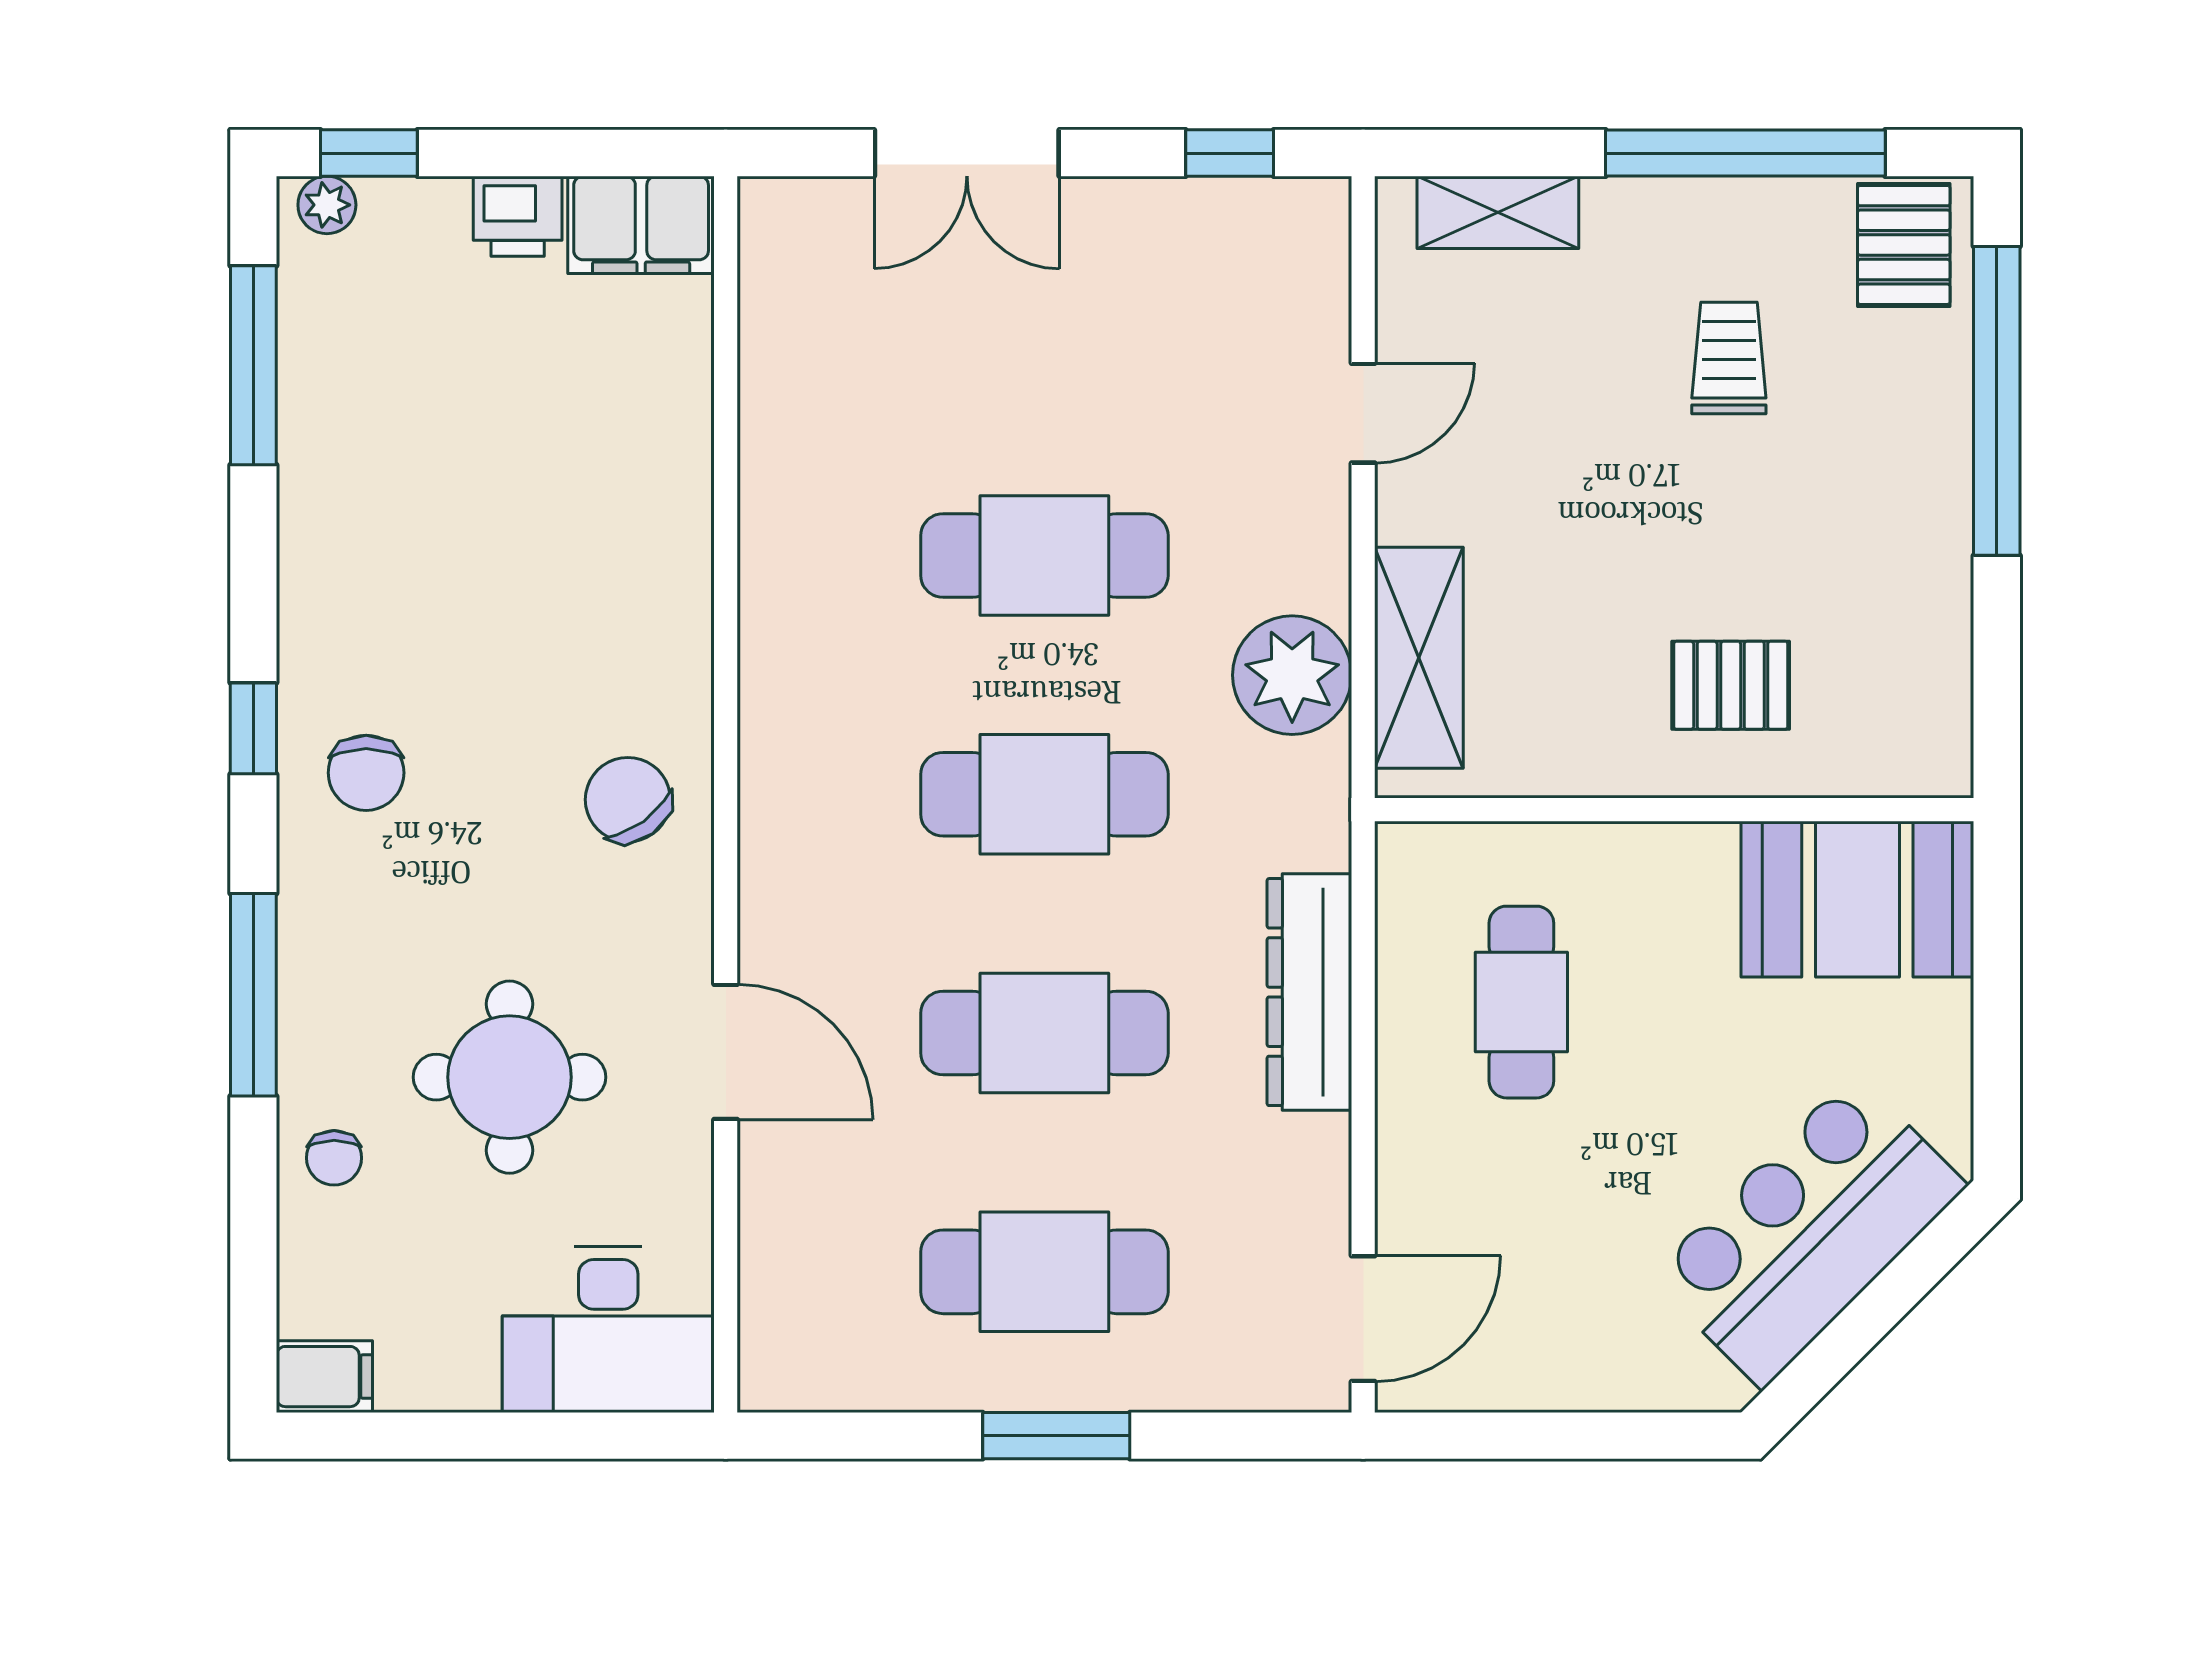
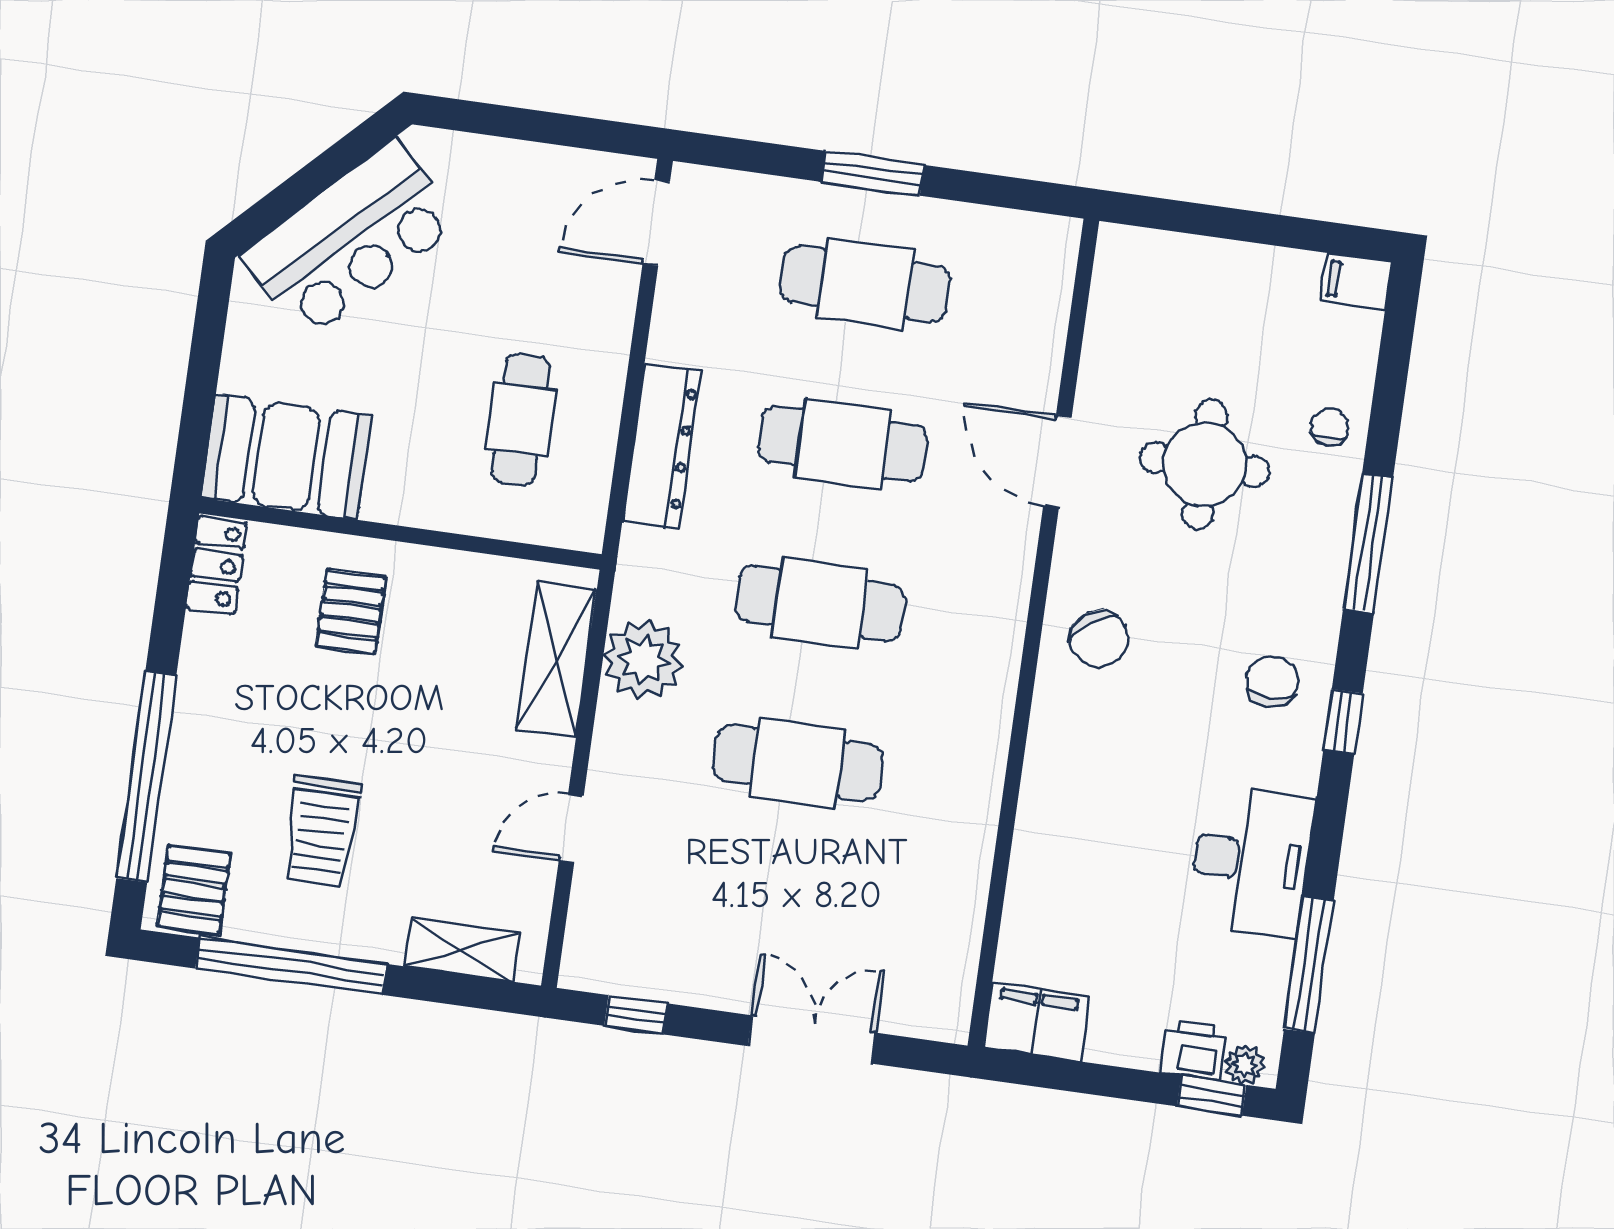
printer: (518, 216) -> (1193, 1050), moved
trolley: (1729, 358) -> (321, 831), width x1.36, depth x1.39
pallet: (1731, 685) -> (351, 612), turned 90
locker: (1937, 726) -> (217, 565), added
desk: (608, 1329) -> (1251, 861), moved, turned 90

